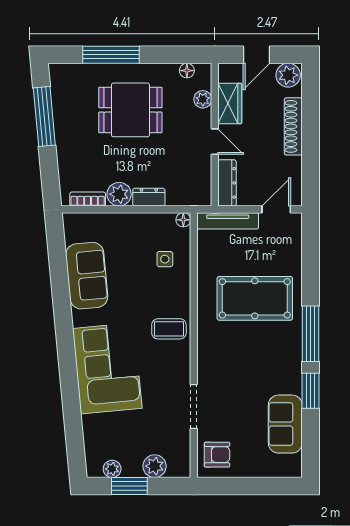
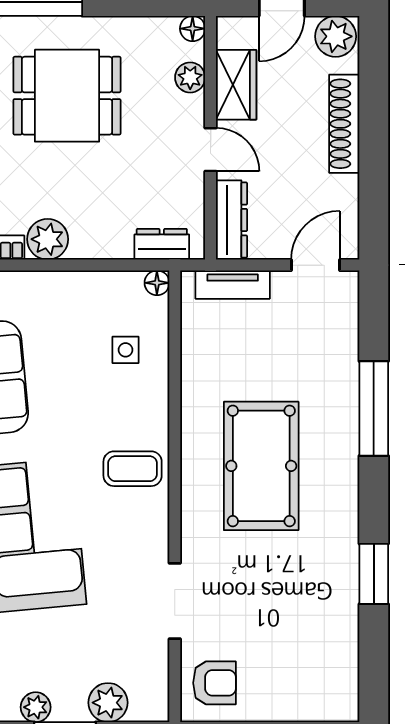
floor lamp: (187, 71) -> (193, 29), moved
dresser: (149, 197) -> (162, 244), moved
tv unit: (228, 221) -> (233, 285), width x0.71
pool table: (255, 298) -> (261, 466), moved, turned 90
window: (311, 334) -> (374, 408), moved
sofa: (285, 424) -> (331, 631), removed

